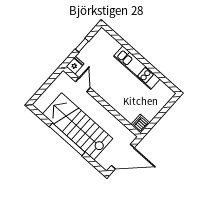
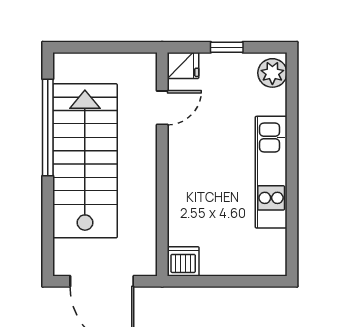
plant: (104, 38) -> (272, 73), added
window: (67, 139) -> (48, 128), moved

